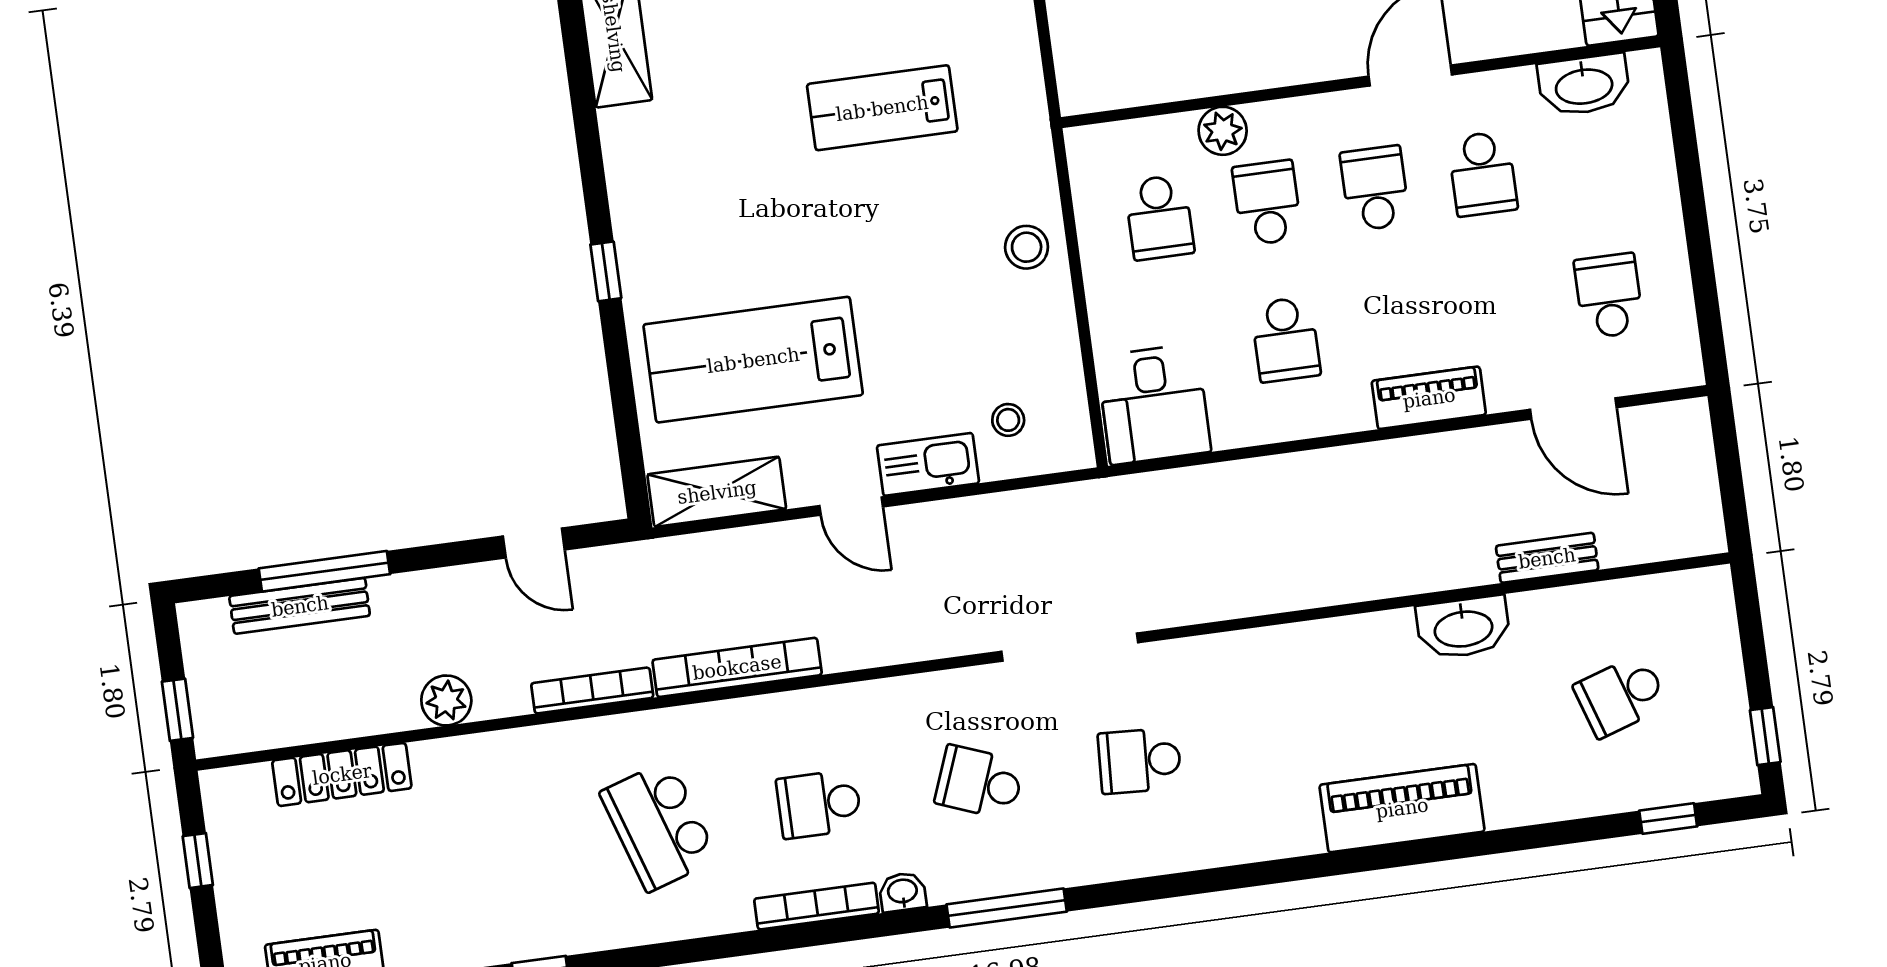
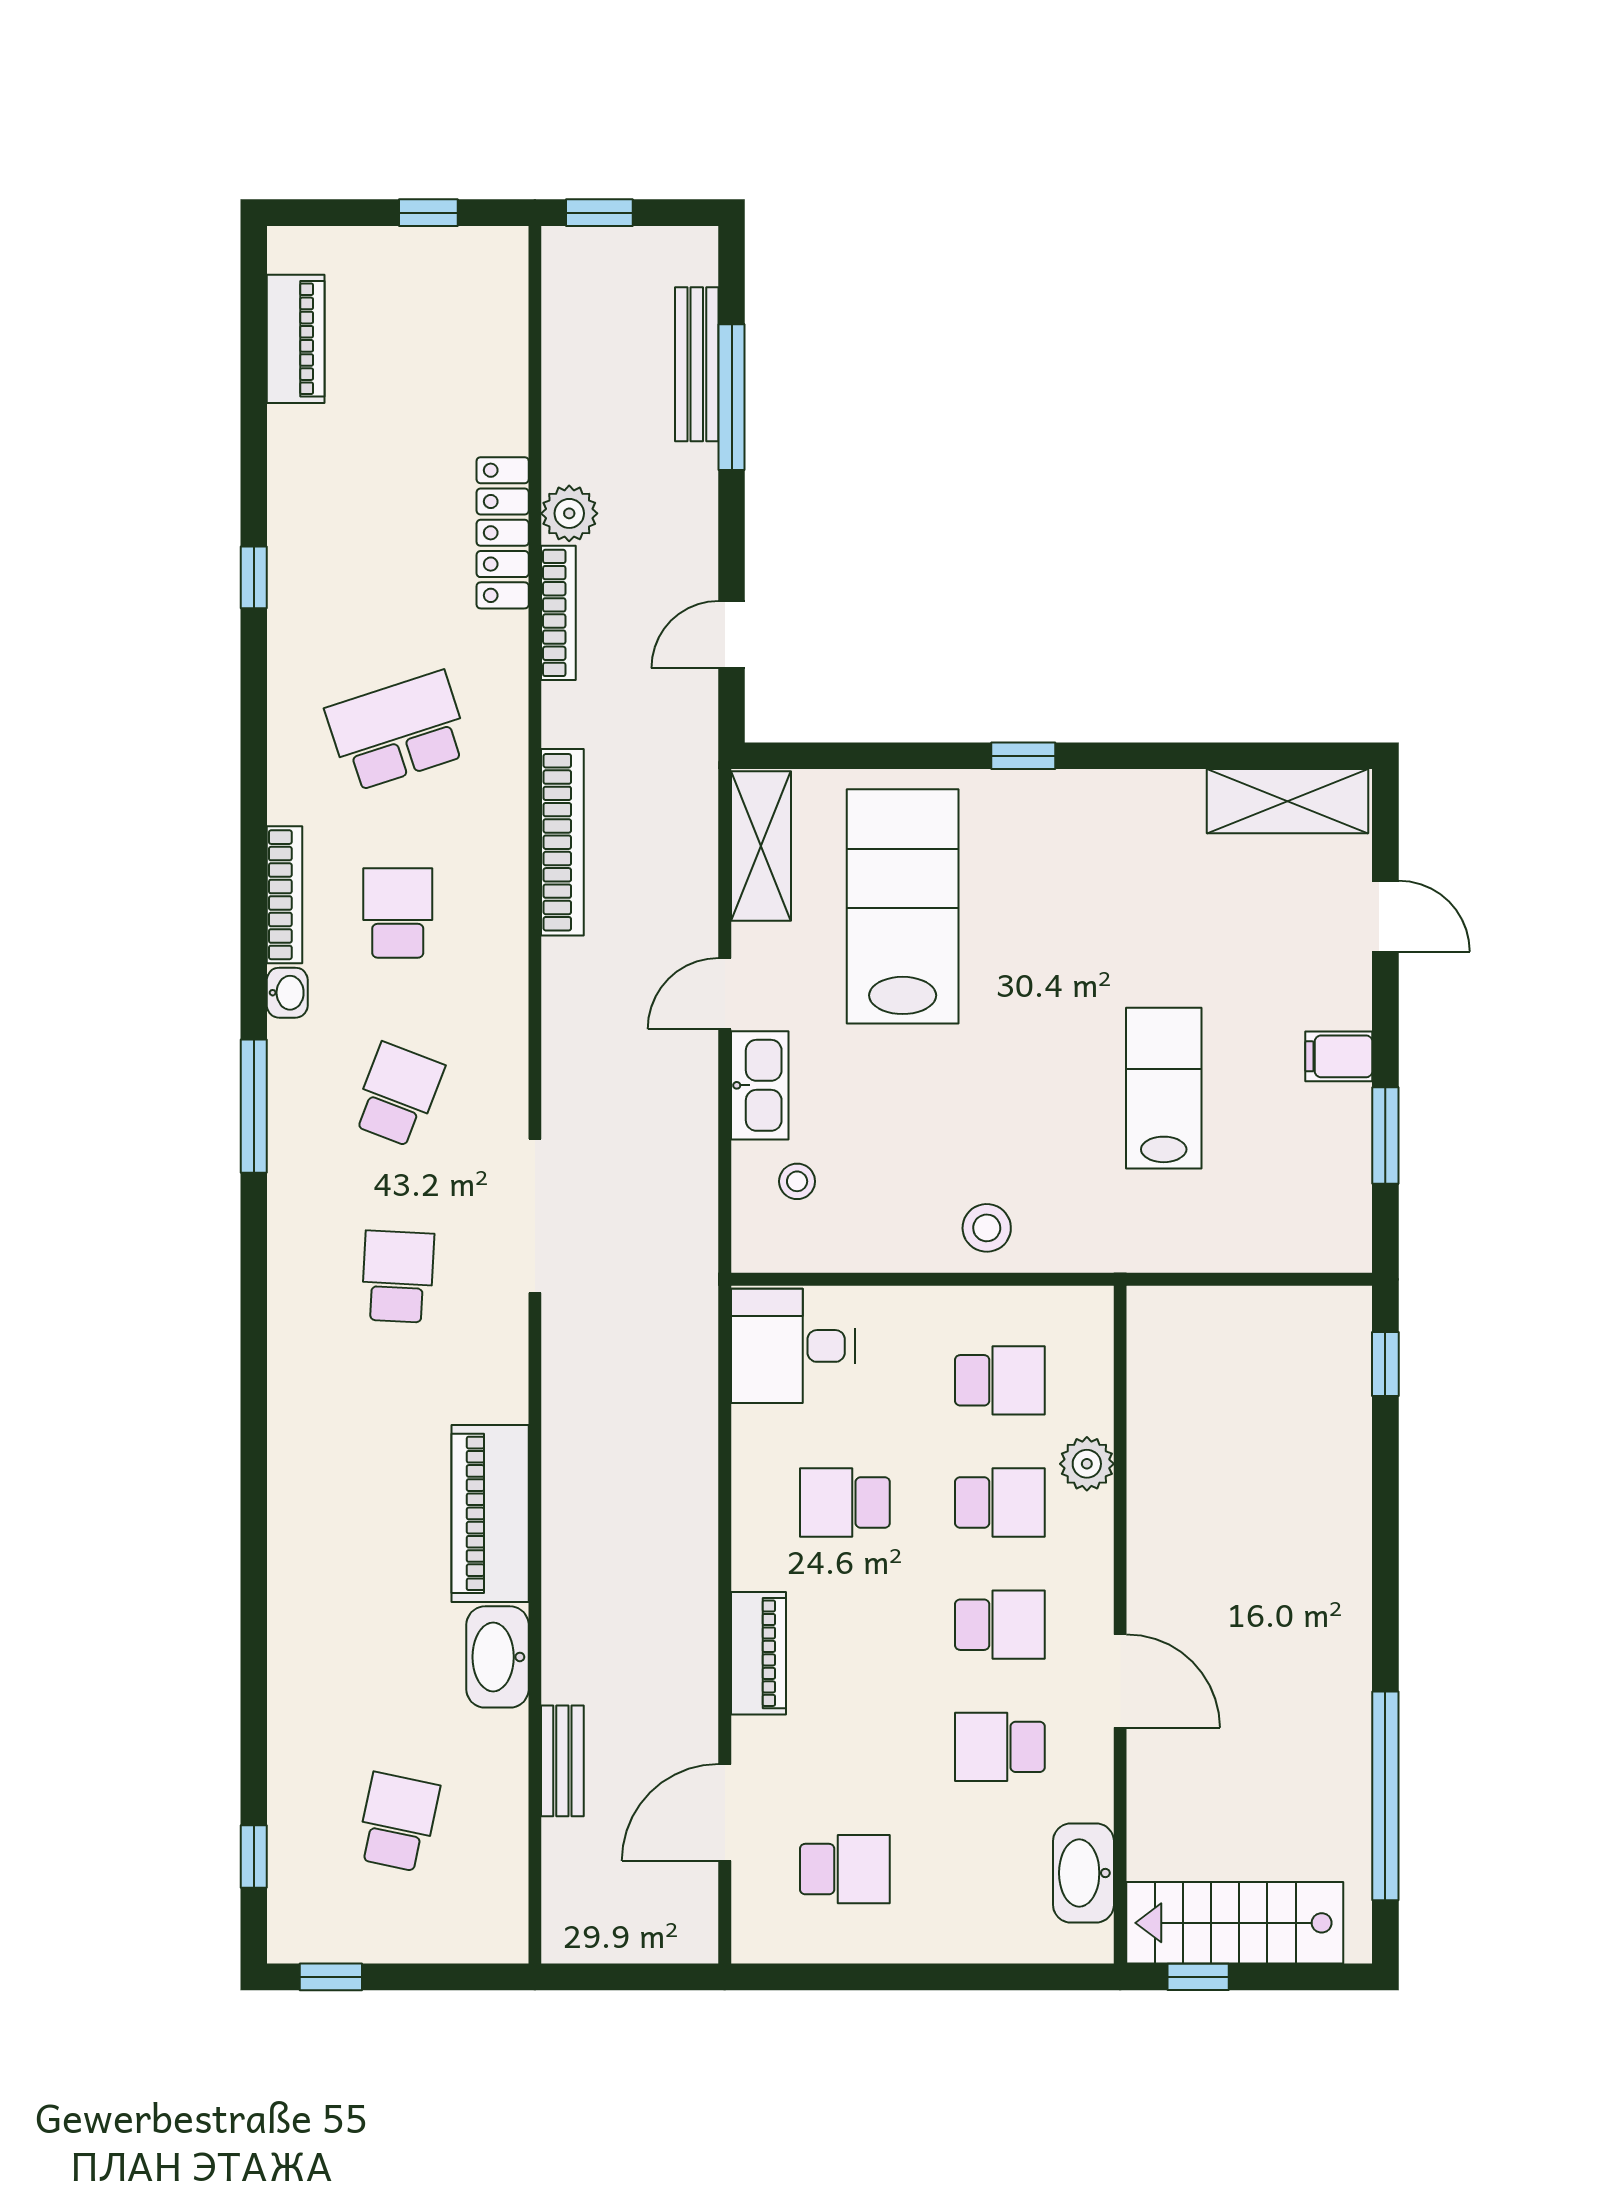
school desk: (1159, 217) -> (1000, 1380), turned 180
bookcase: (592, 691) -> (558, 613), moved
school desk: (1621, 696) -> (398, 1822), turned 30
locker: (342, 774) -> (503, 533), moved
piano: (1402, 808) -> (490, 1513), moved, turned 180

